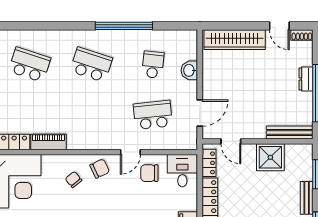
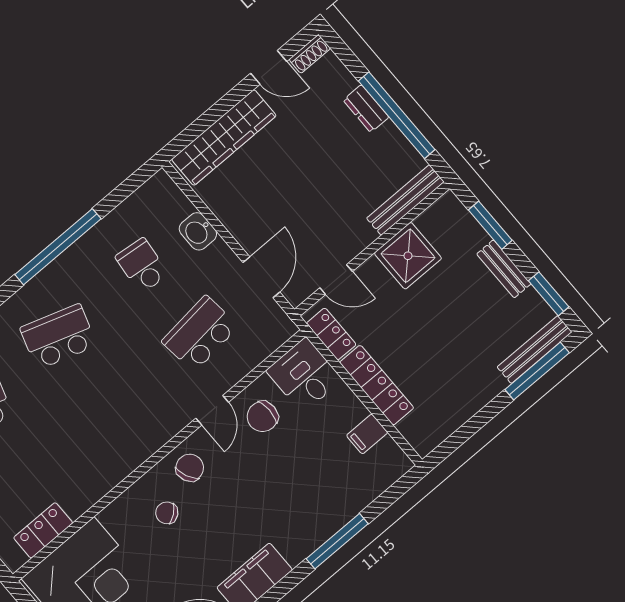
piano: (49, 142) -> (90, 491), removed

